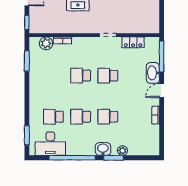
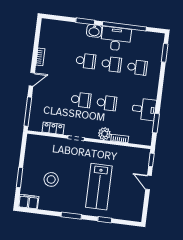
plant: (46, 43) -> (104, 134), moved
washbasin: (153, 73) -> (38, 97), removed
desk: (41, 74) -> (144, 109), added
desk: (50, 144) -> (116, 39), moved
plant: (122, 151) -> (76, 27), removed

